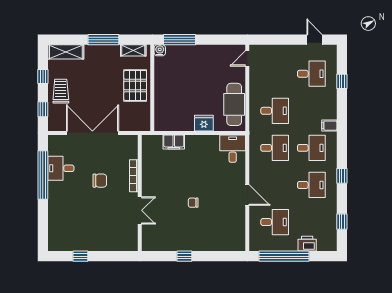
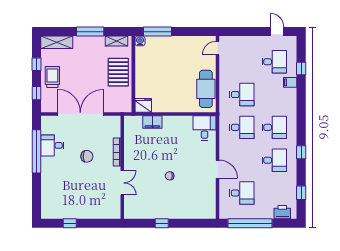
fridge: (204, 123) -> (143, 105), moved
filing cabinet: (329, 126) -> (290, 82), moved
printer: (307, 244) -> (282, 212), moved

